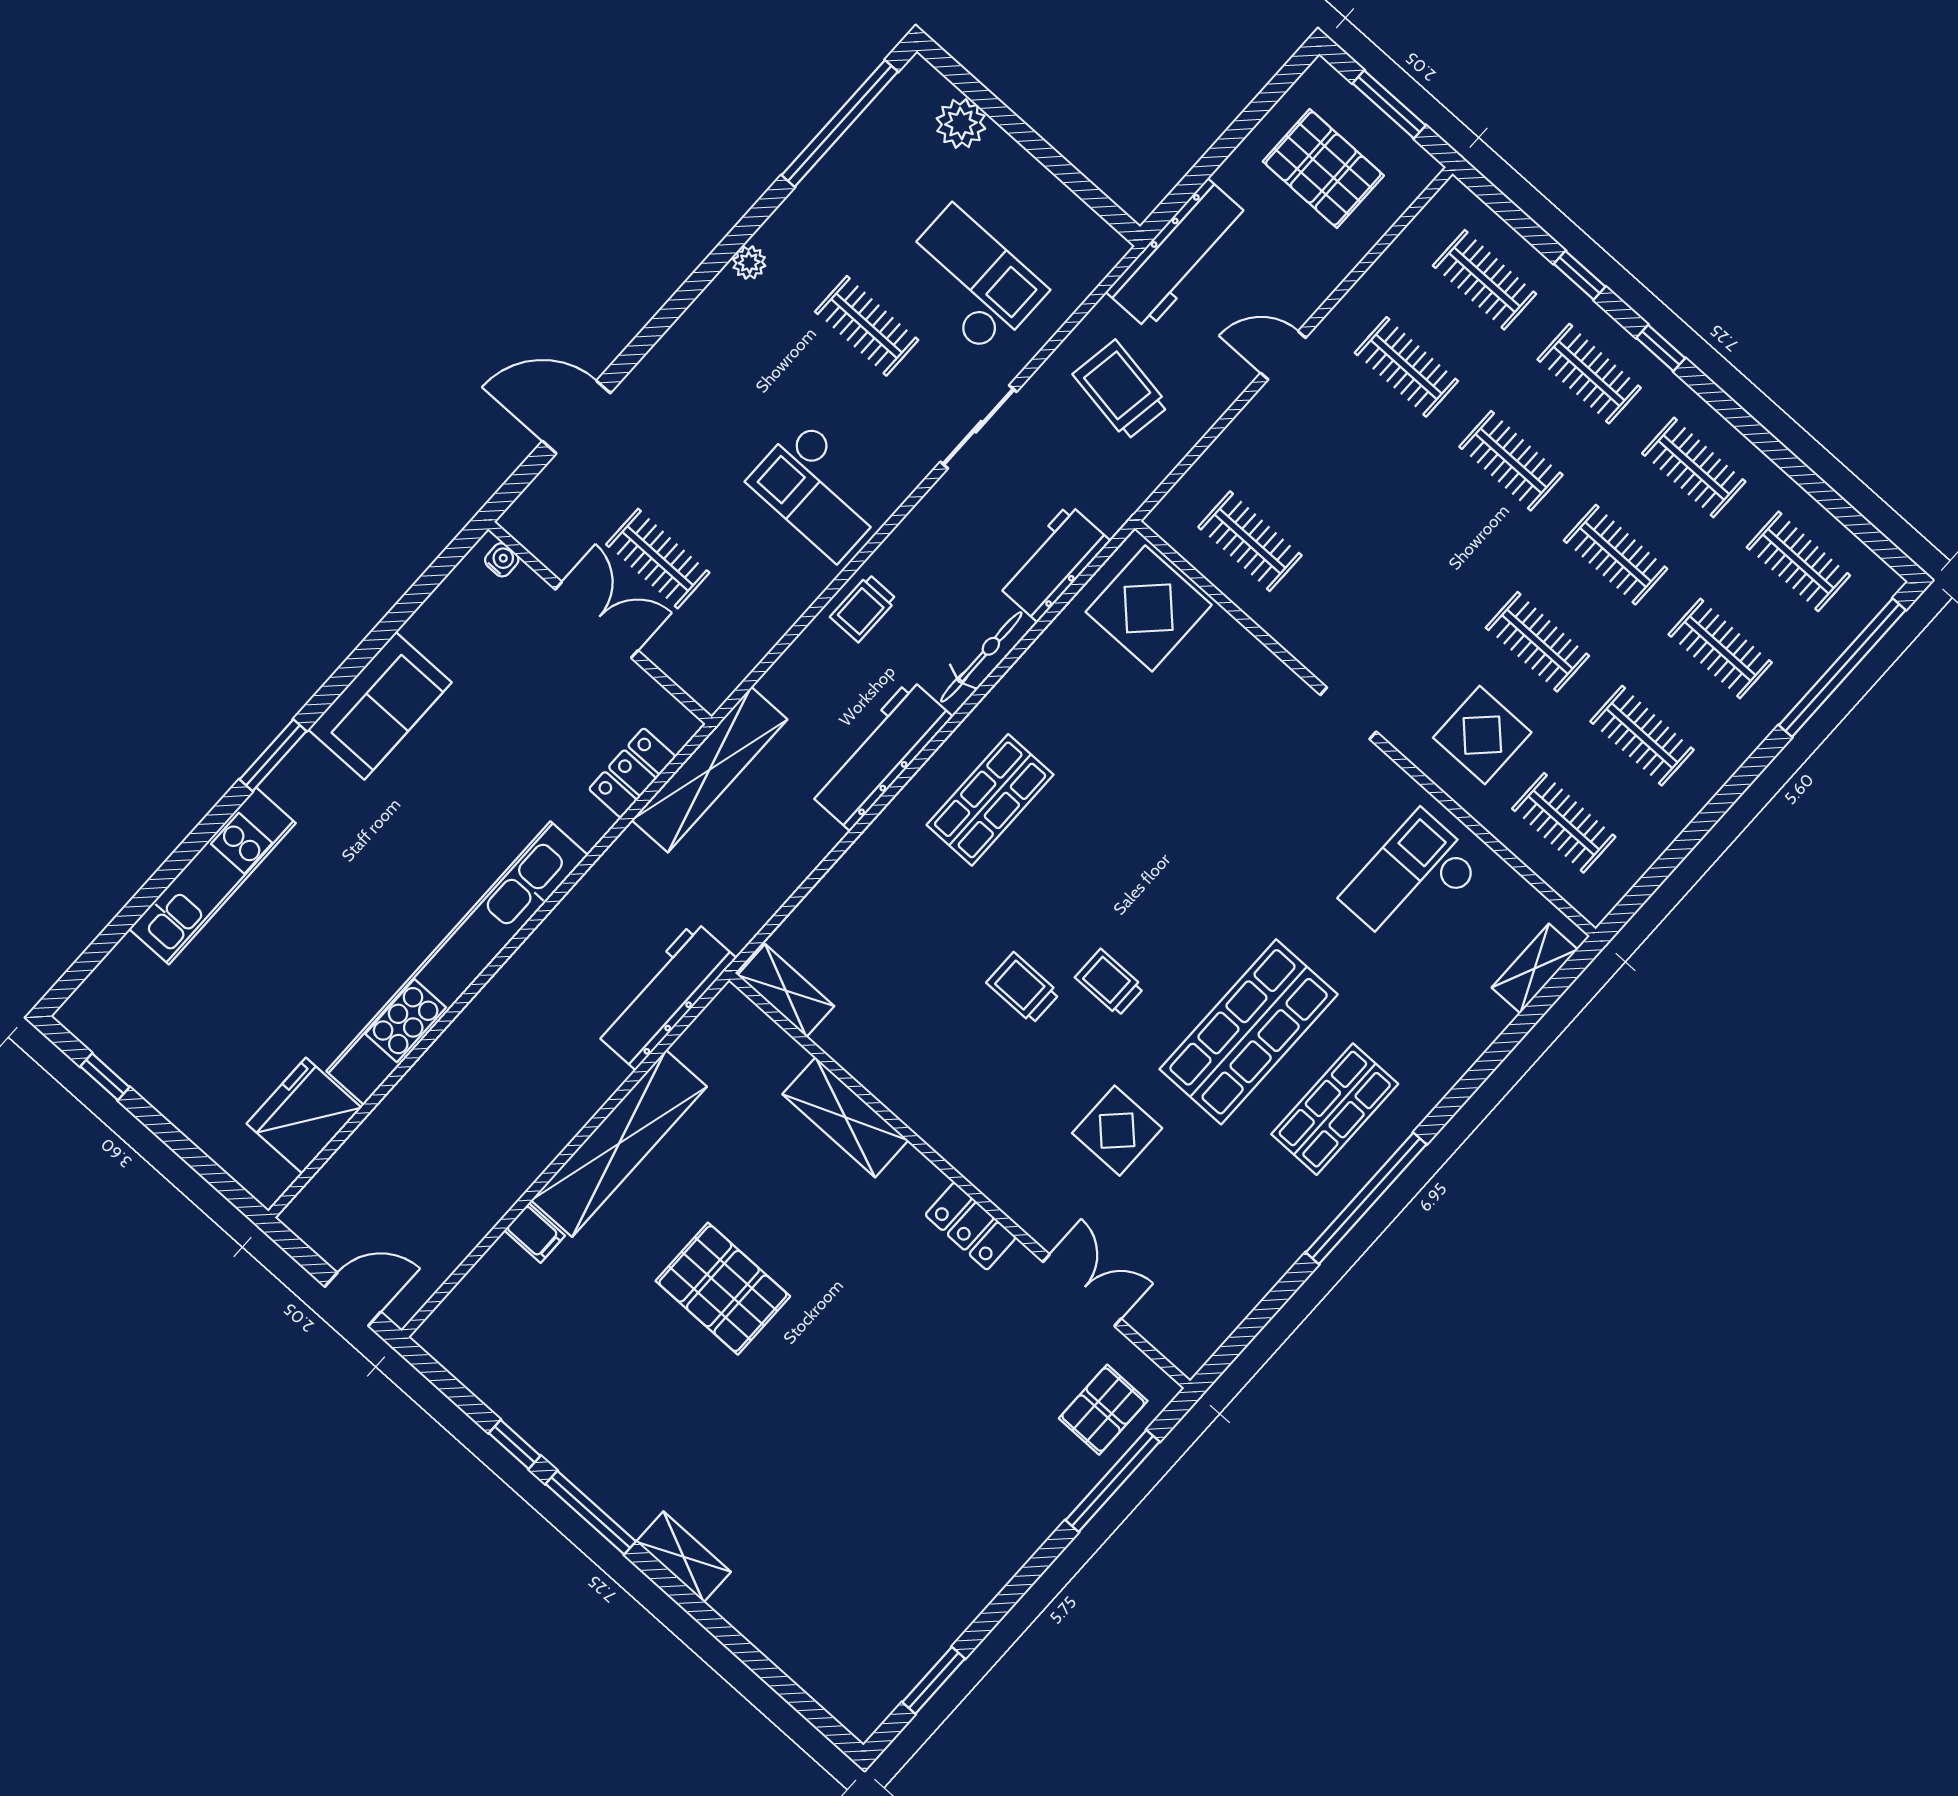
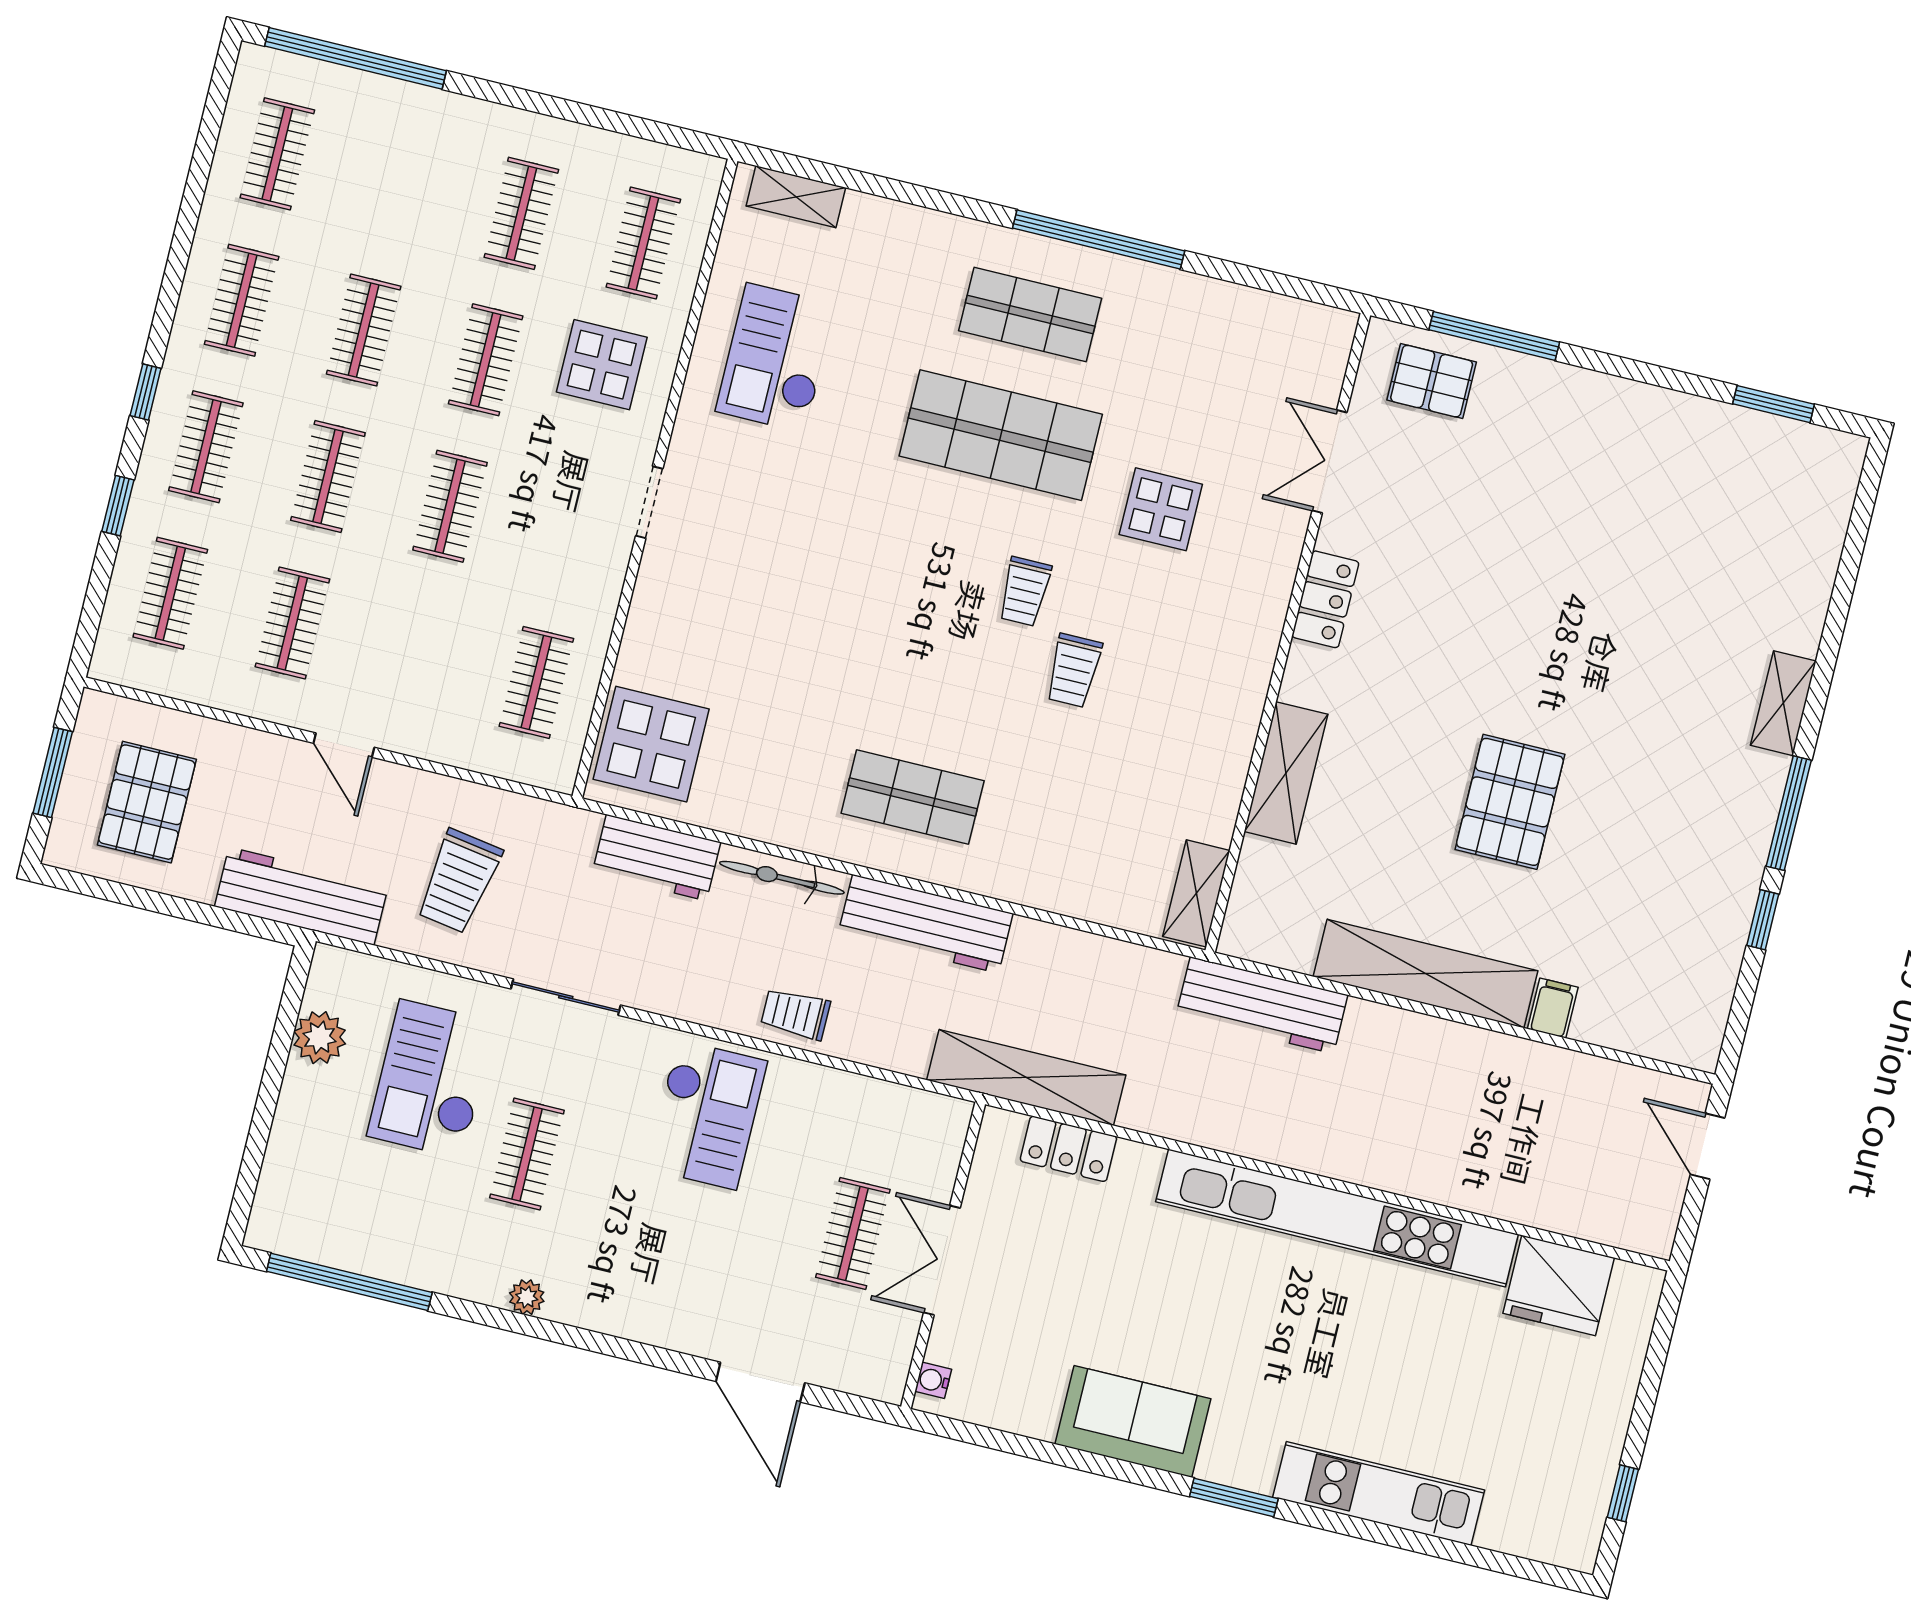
plant: (961, 123) -> (320, 1038), moved
trolley: (863, 608) -> (796, 1014), turned 180
clothes rail: (1720, 648) -> (450, 506), moved
checkout: (1411, 881) -> (776, 358), turned 90

